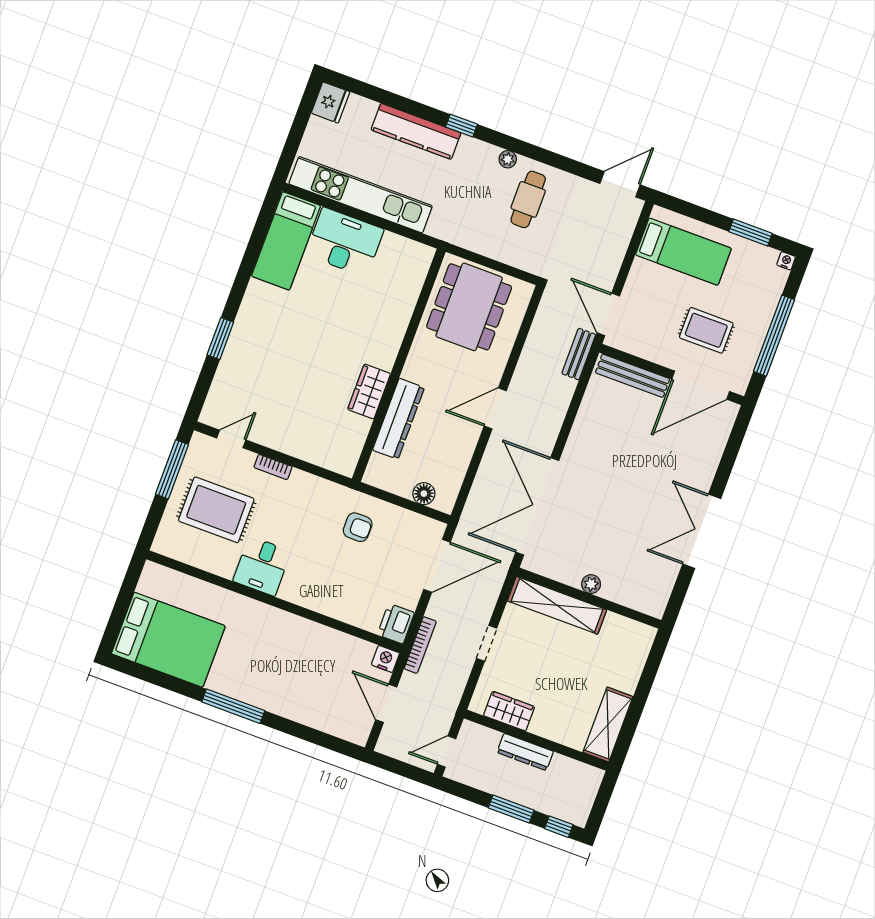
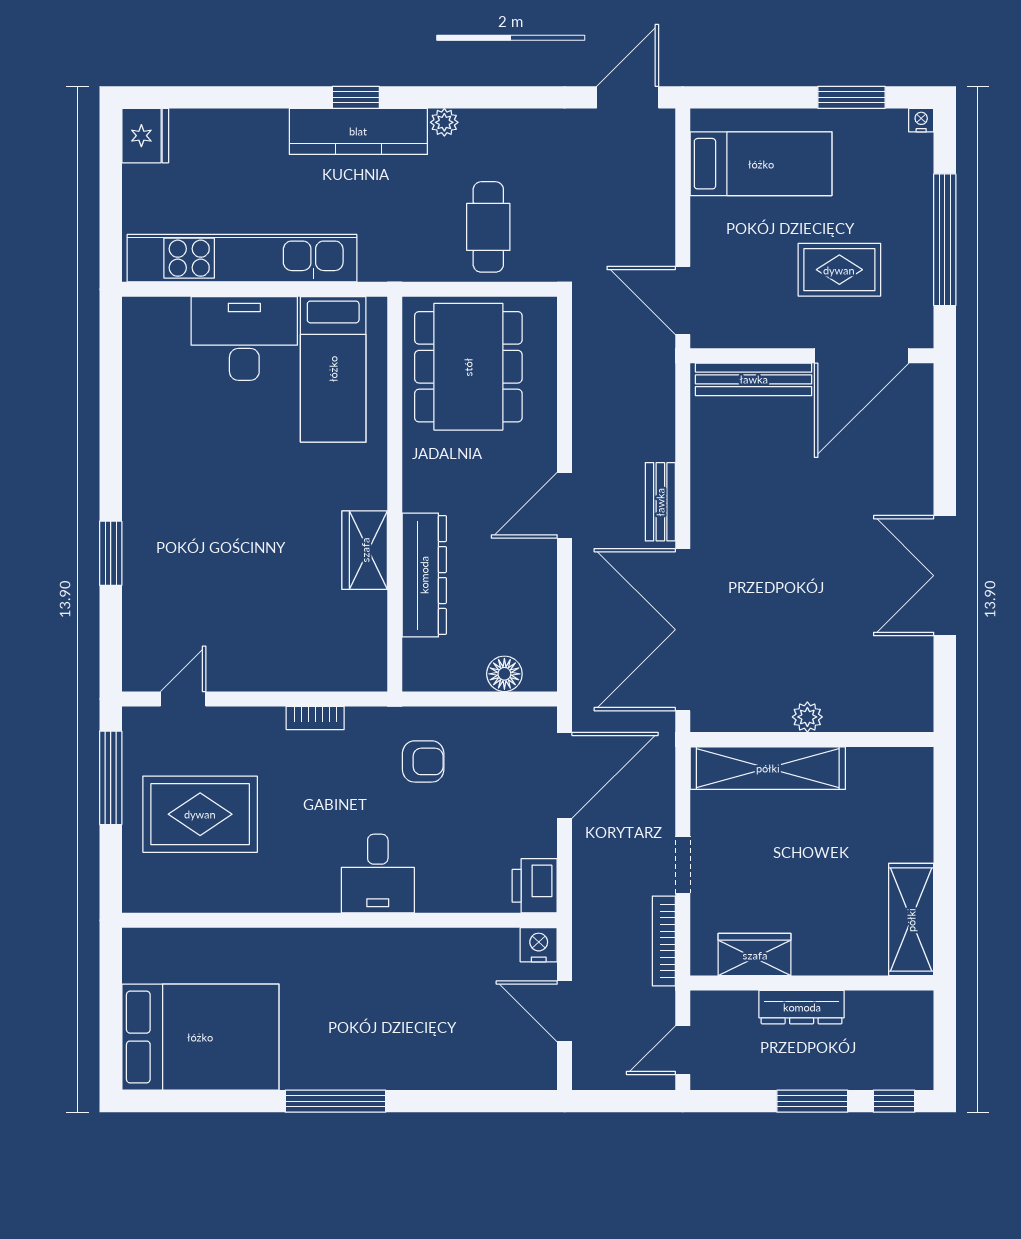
kitchen counter: (416, 131) -> (358, 131), moved
cafe table: (528, 199) -> (488, 227), moved
bed: (286, 241) -> (333, 369), moved
bench: (579, 354) -> (660, 502), moved
bookcase: (273, 467) -> (315, 718), moved
desk: (262, 566) -> (378, 874), moved
bookcase: (420, 645) -> (664, 941), moved, turned 180

